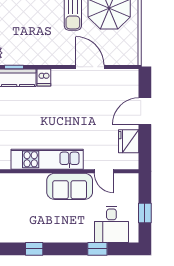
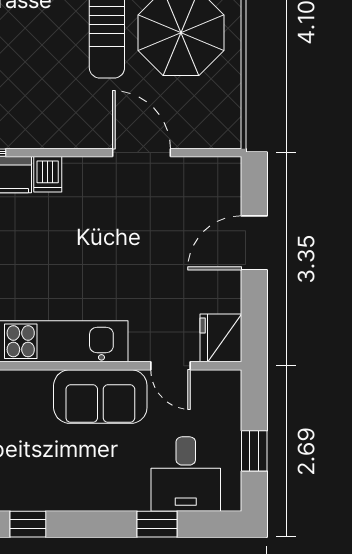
fridge: (129, 141) -> (221, 338), moved

